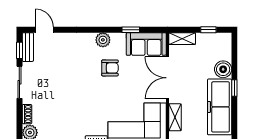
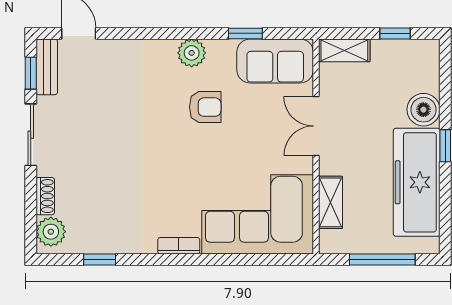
double door: (167, 78) -> (316, 126), width x0.73

